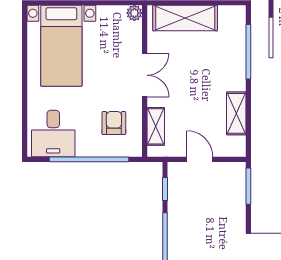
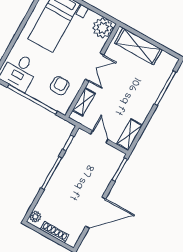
plant: (134, 13) -> (103, 28), width x1.88, depth x1.88
shelving: (236, 113) -> (130, 135), moved

